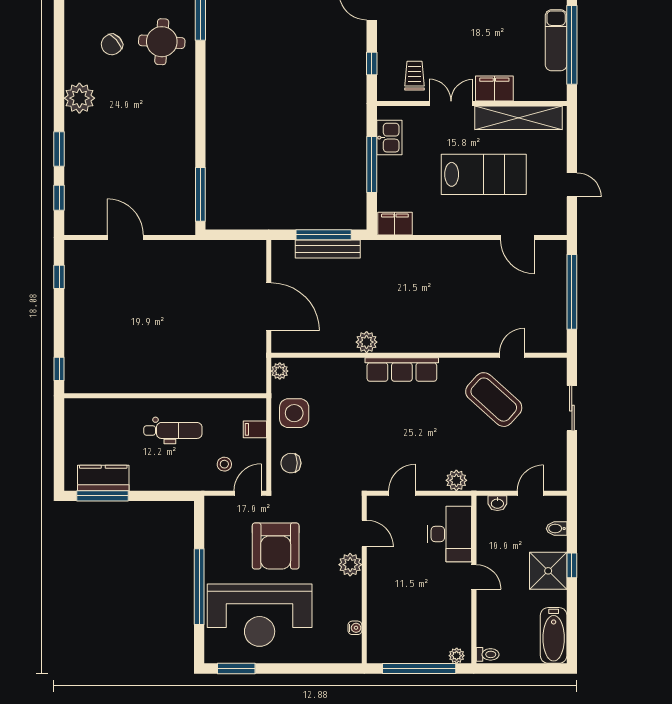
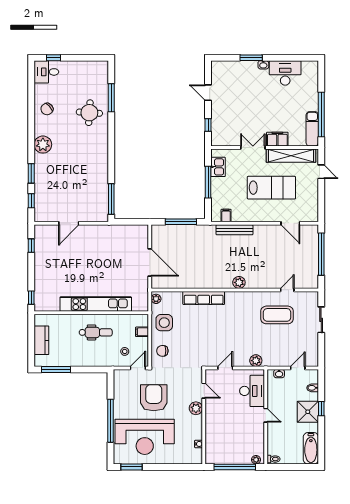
exam couch: (556, 40) -> (312, 129), moved
chair: (112, 44) -> (47, 109), moved
trolley: (414, 76) -> (232, 132), removed
door: (572, 185) -> (321, 172), moved
filing cabinet: (395, 224) -> (226, 215), width x0.50
door: (125, 237) -> (69, 223), swing flipped
bench: (328, 249) -> (234, 230), moved
plant: (367, 342) -> (239, 282), moved
row of seats: (402, 369) -> (204, 298), moved
kitchen unit: (173, 380) -> (96, 304), added
coffee table: (494, 400) -> (277, 315), turned -42
kitchen counter: (103, 478) -> (41, 340), moved, turned 90
armchair: (276, 546) -> (154, 398), turned 180

